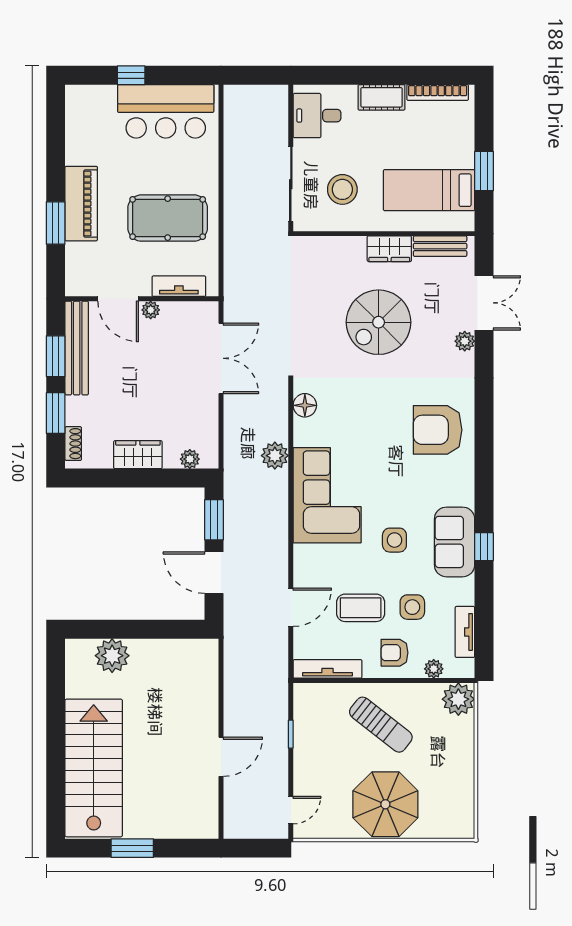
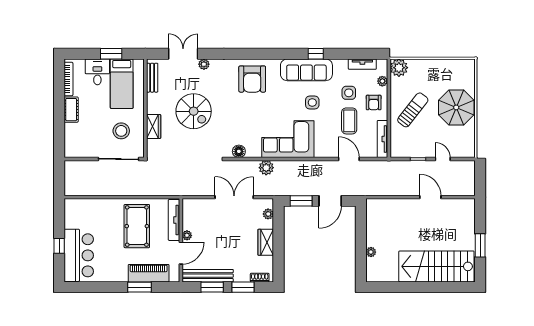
bar counter: (166, 111) -> (79, 255), moved
desk: (317, 116) -> (97, 72), moved, turned 180
piano: (81, 204) -> (149, 273), moved
wardrobe: (389, 249) -> (154, 126), moved
tv unit: (179, 286) -> (174, 220), width x1.41
double door: (221, 358) -> (234, 197), moved
sofa: (455, 542) -> (306, 70), width x1.36
plant: (112, 656) -> (371, 252), width x0.53, depth x0.53
door: (291, 810) -> (443, 159), moved

